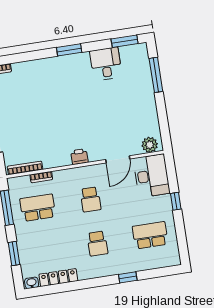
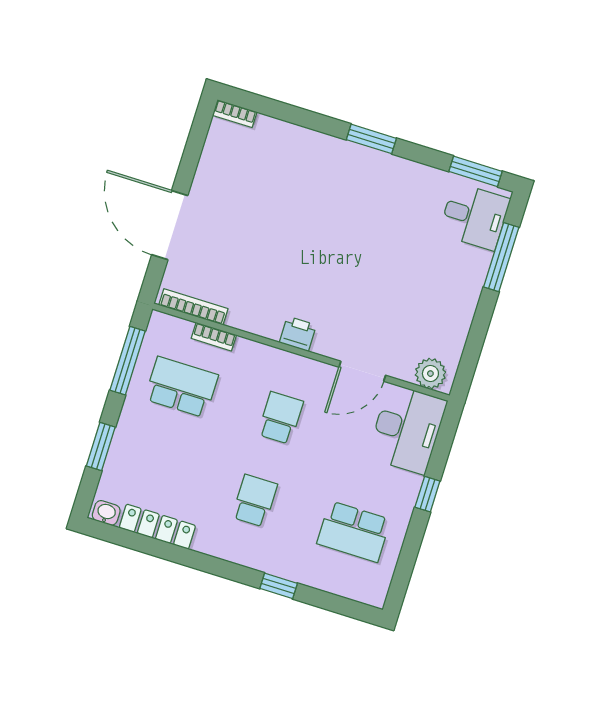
desk: (106, 64) -> (474, 216), moved, turned 90
school desk: (90, 199) -> (280, 418), turned 180
school desk: (150, 235) -> (354, 532), turned 180
school desk: (97, 244) -> (255, 501), turned 180

